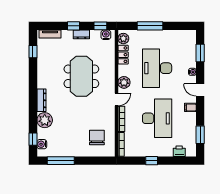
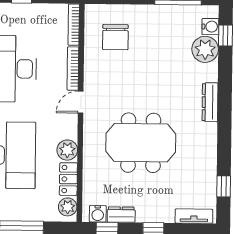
dresser: (81, 34) -> (121, 215), moved
meeting table: (81, 76) -> (141, 143), turned 90
plant: (124, 82) -> (67, 150), moved
plant: (45, 120) -> (205, 49), moved

